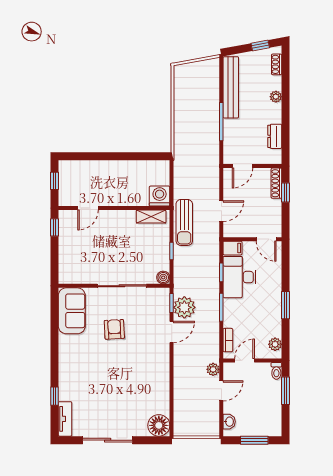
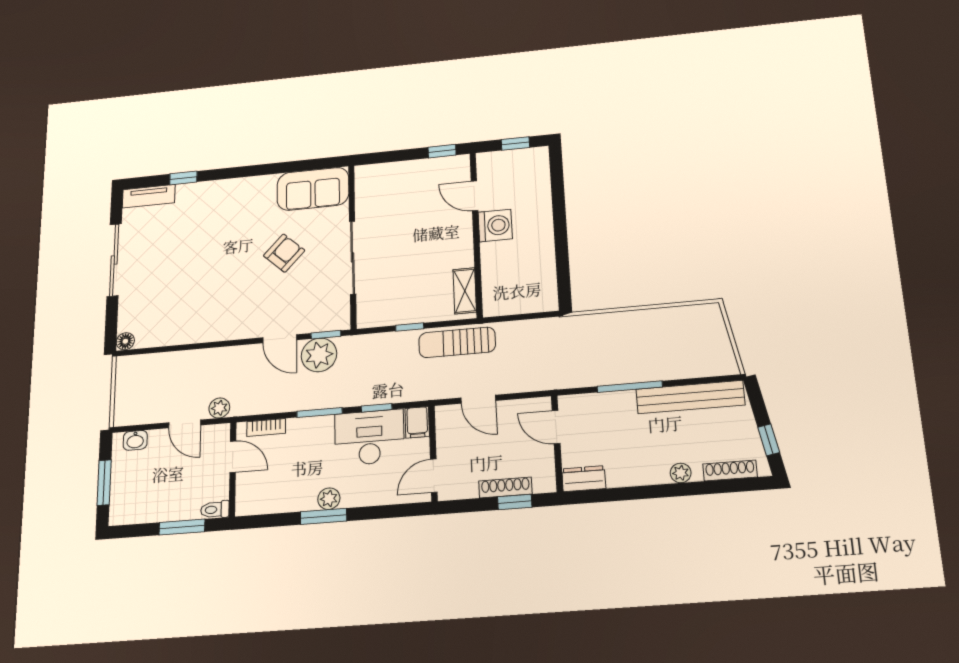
shoe rack: (277, 64) -> (730, 470), width x1.43
dresser: (275, 136) -> (584, 479), moved
shoe rack: (276, 183) -> (505, 487), moved
washing machine: (160, 196) -> (495, 225), moved
boiler: (163, 277) -> (367, 318), removed
armchair: (114, 329) -> (284, 253), turned -44
plant: (275, 344) -> (329, 499), moved
floor lamp: (159, 425) -> (125, 341), width x0.53, depth x0.53

